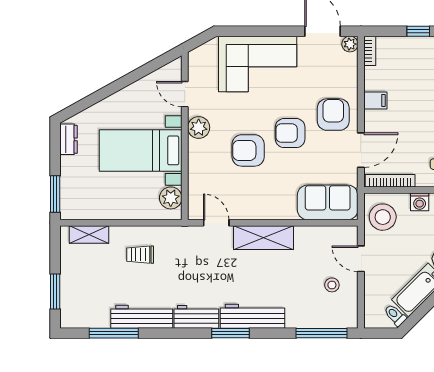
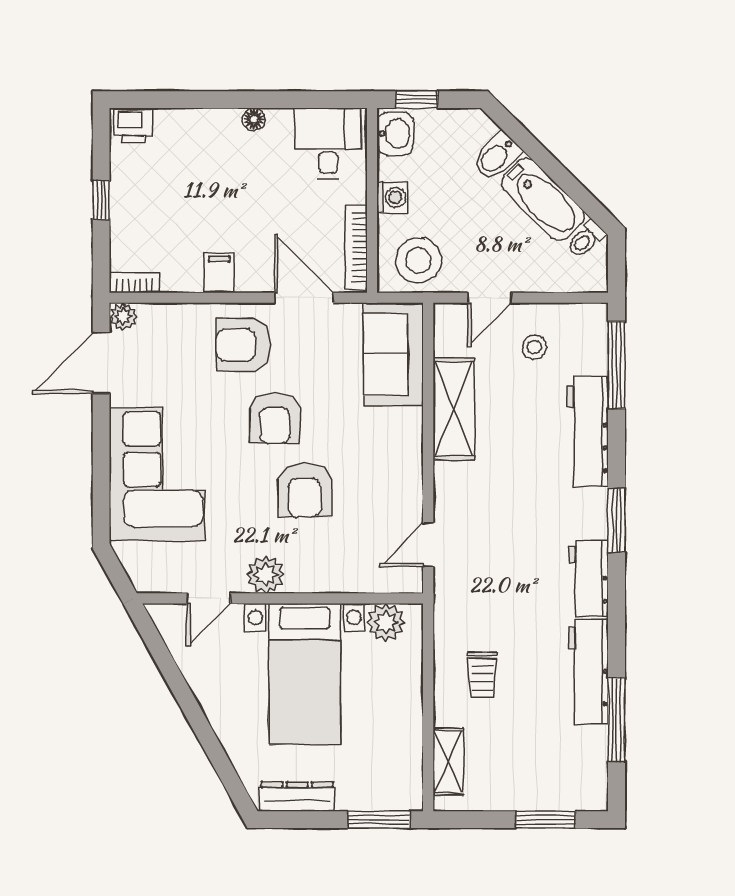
dresser: (69, 139) -> (297, 797), width x1.44
shelving: (264, 238) -> (454, 409), moved
workbench: (252, 316) -> (588, 431), moved

